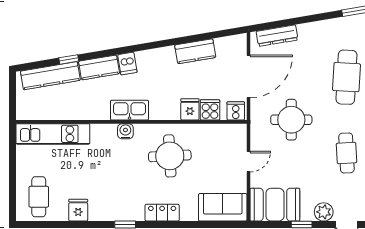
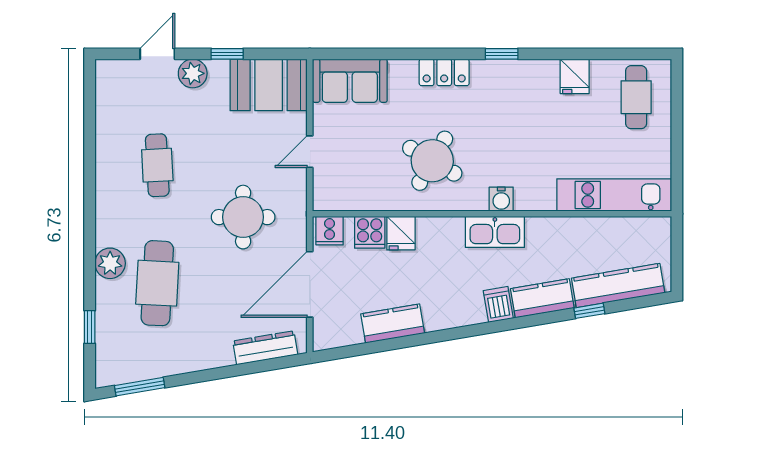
round table: (170, 156) -> (432, 161), turned 33

